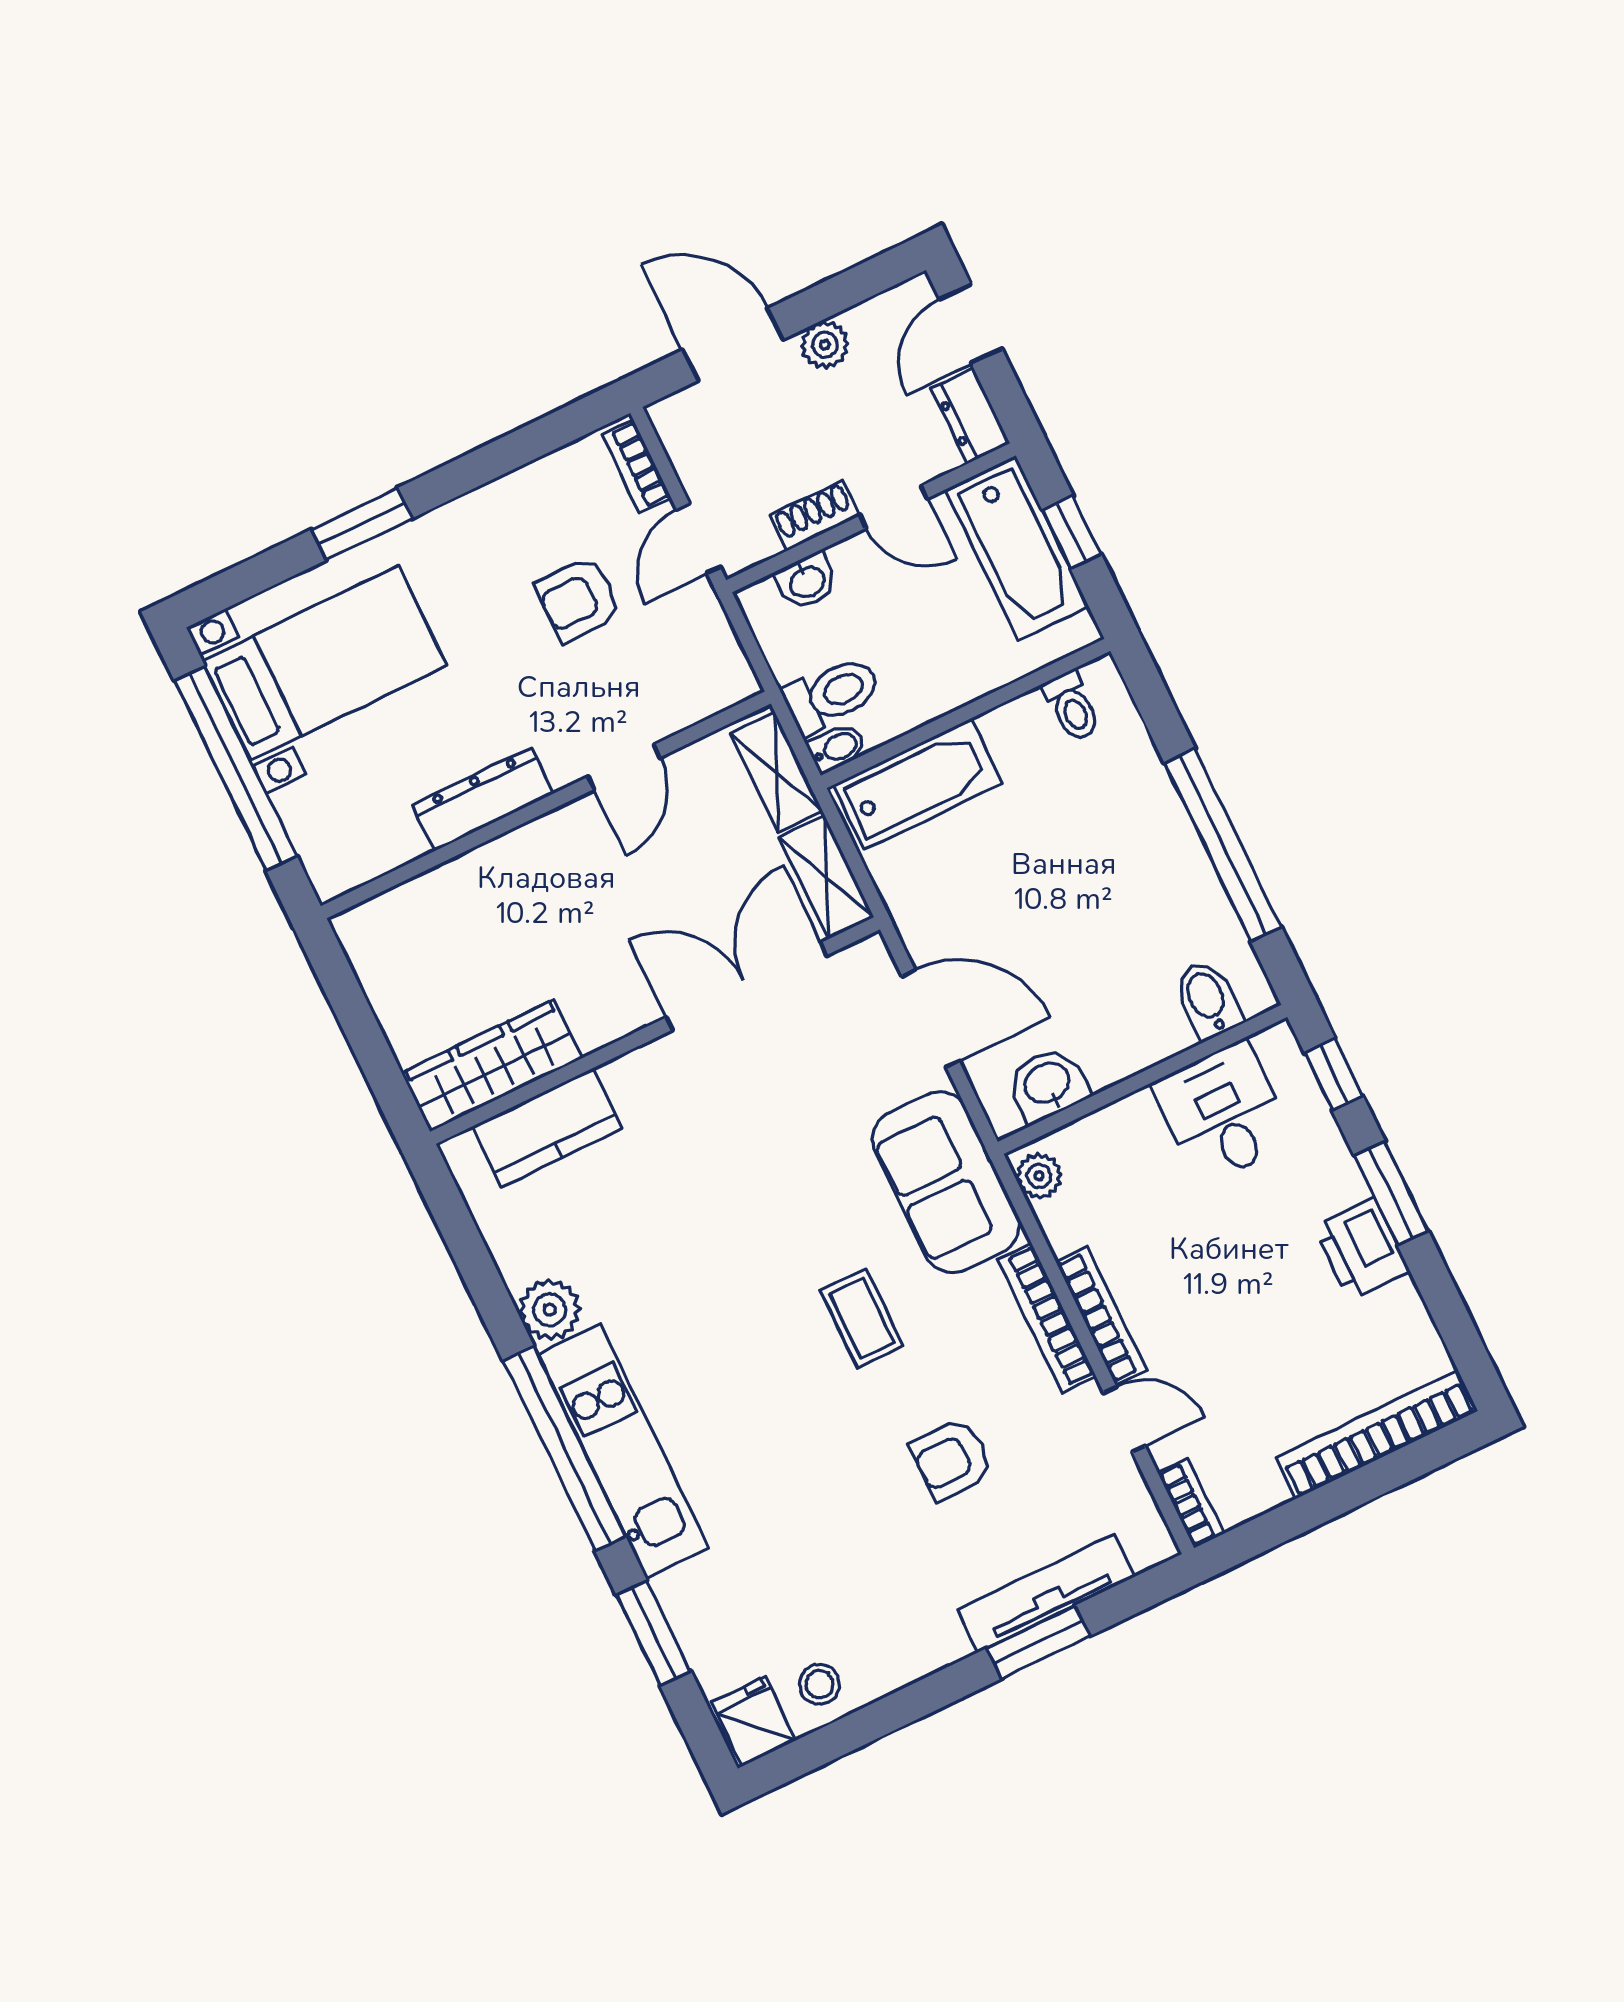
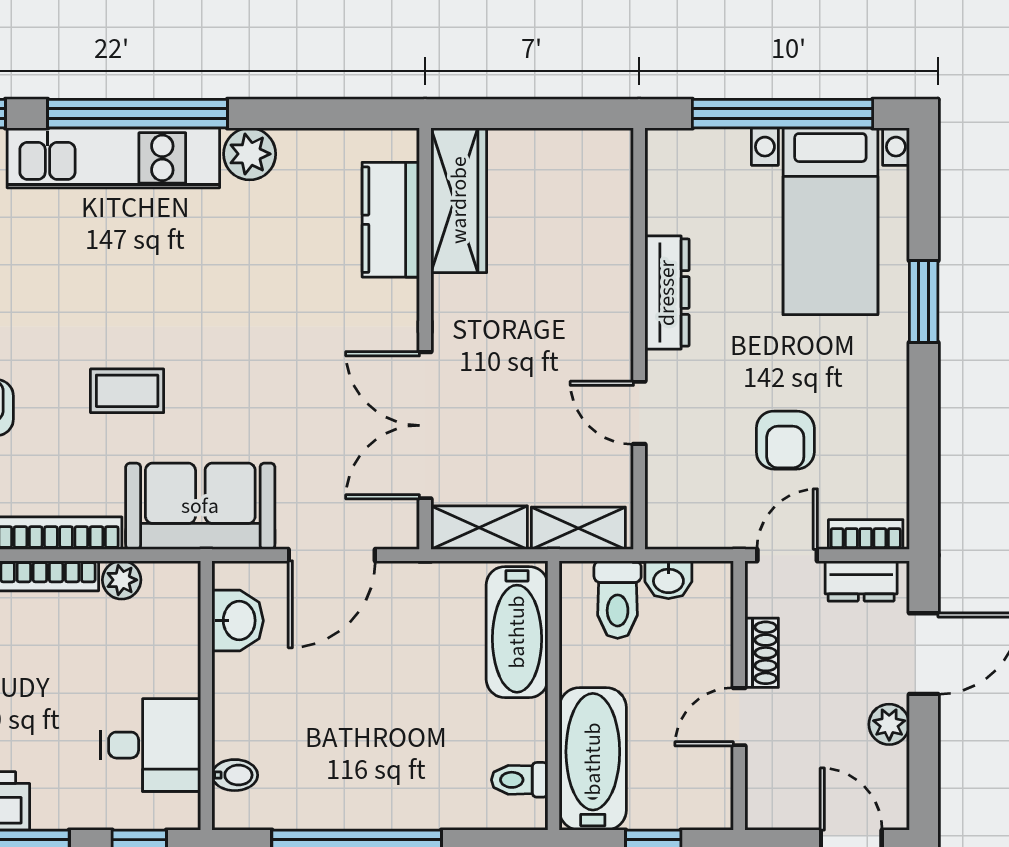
dresser: (970, 416) -> (861, 581), moved, turned 180
door: (699, 539) -> (787, 555), hinge flipped
bathtub: (1017, 549) -> (593, 759), moved, turned 90
washbasin: (807, 581) -> (668, 580), moved, turned -90
armchair: (578, 599) -> (785, 440), turned 180
bidet: (837, 748) -> (575, 584), removed
double door: (746, 986) -> (425, 425), swing flipped
bidet: (1208, 1000) -> (235, 775), width x0.72, depth x0.74
plant: (1039, 1176) -> (122, 580), moved

